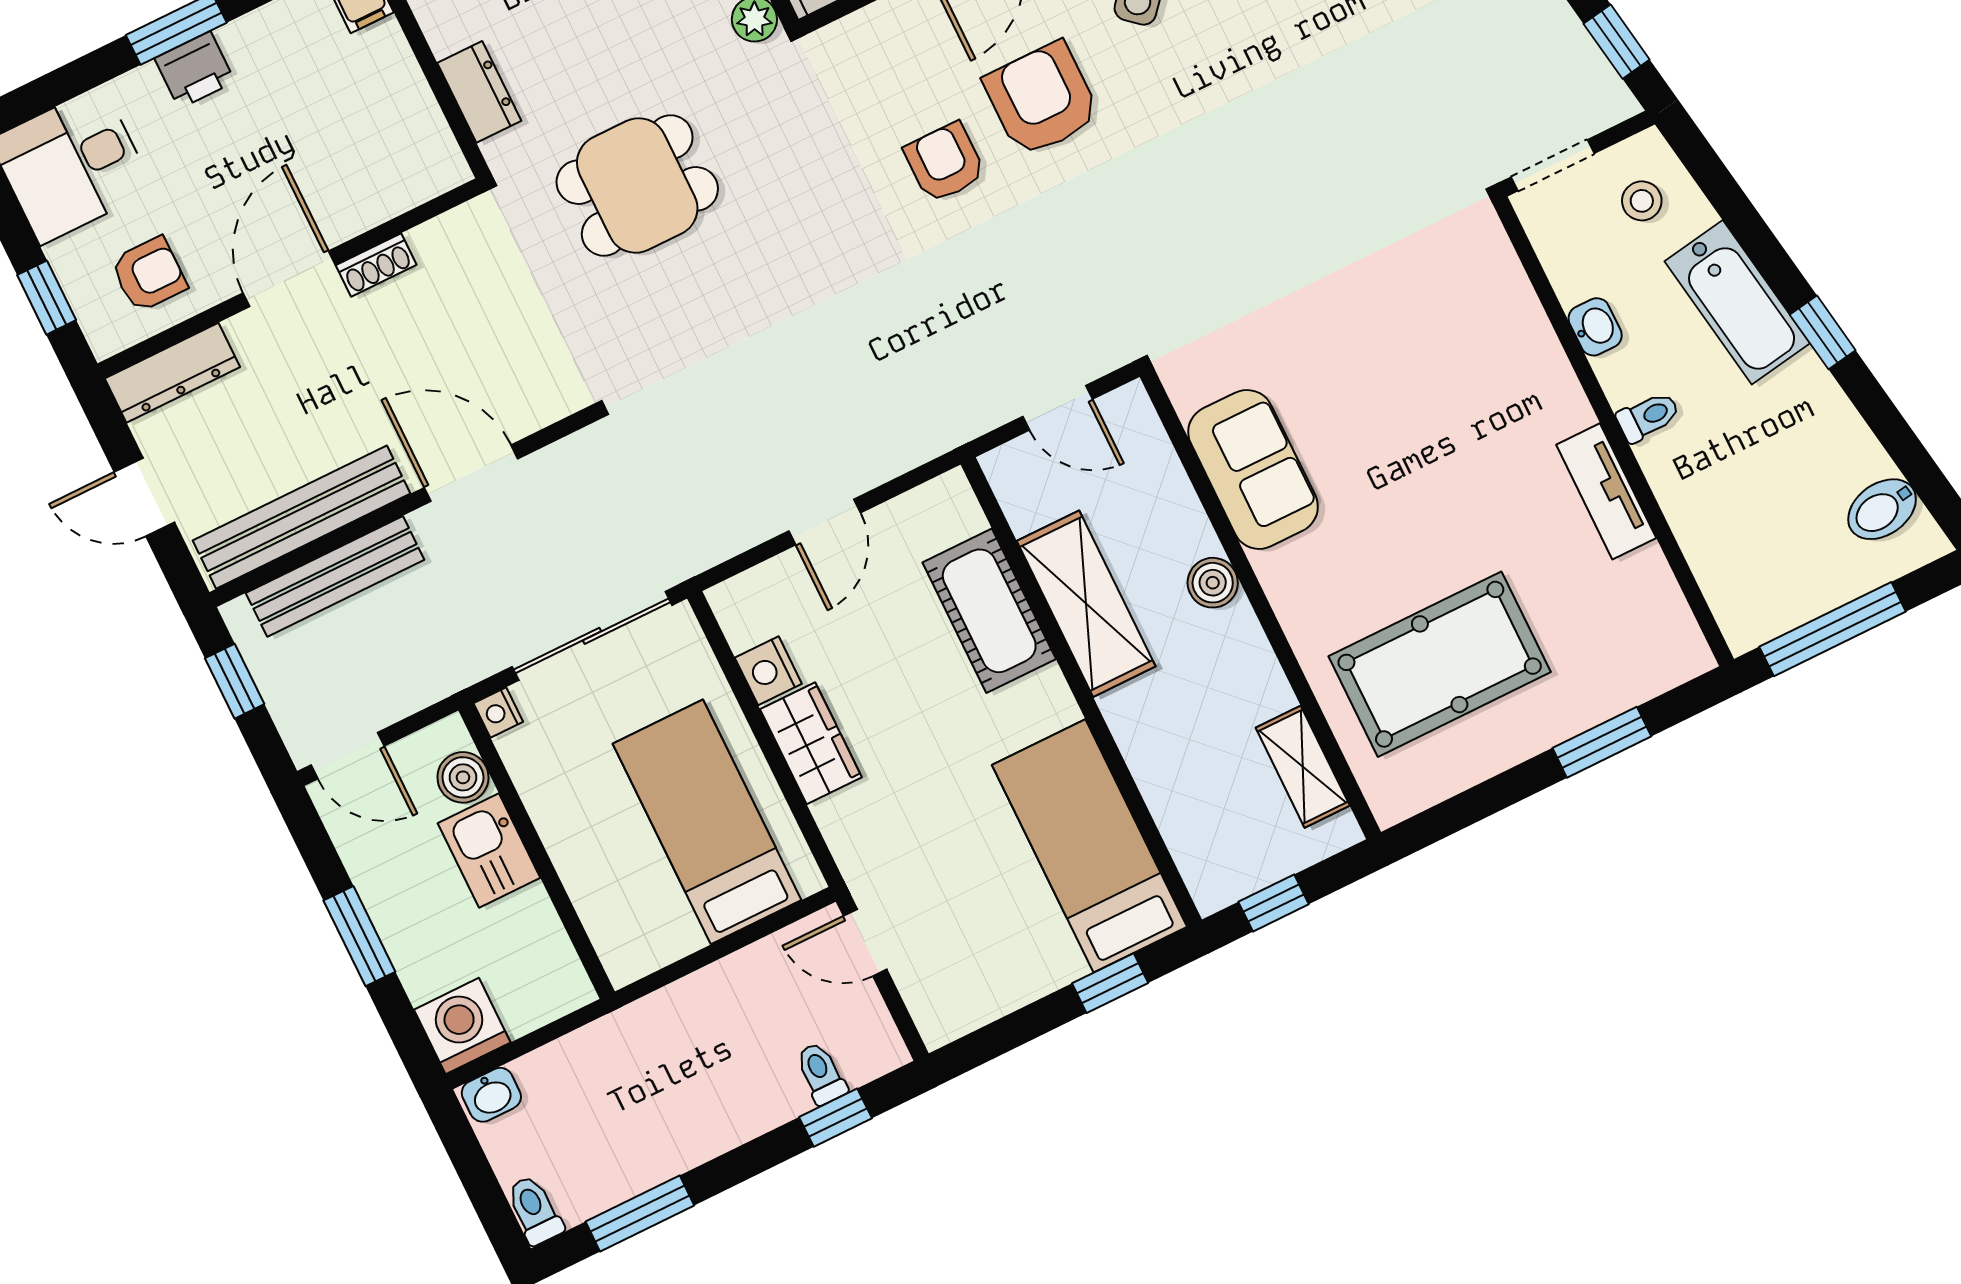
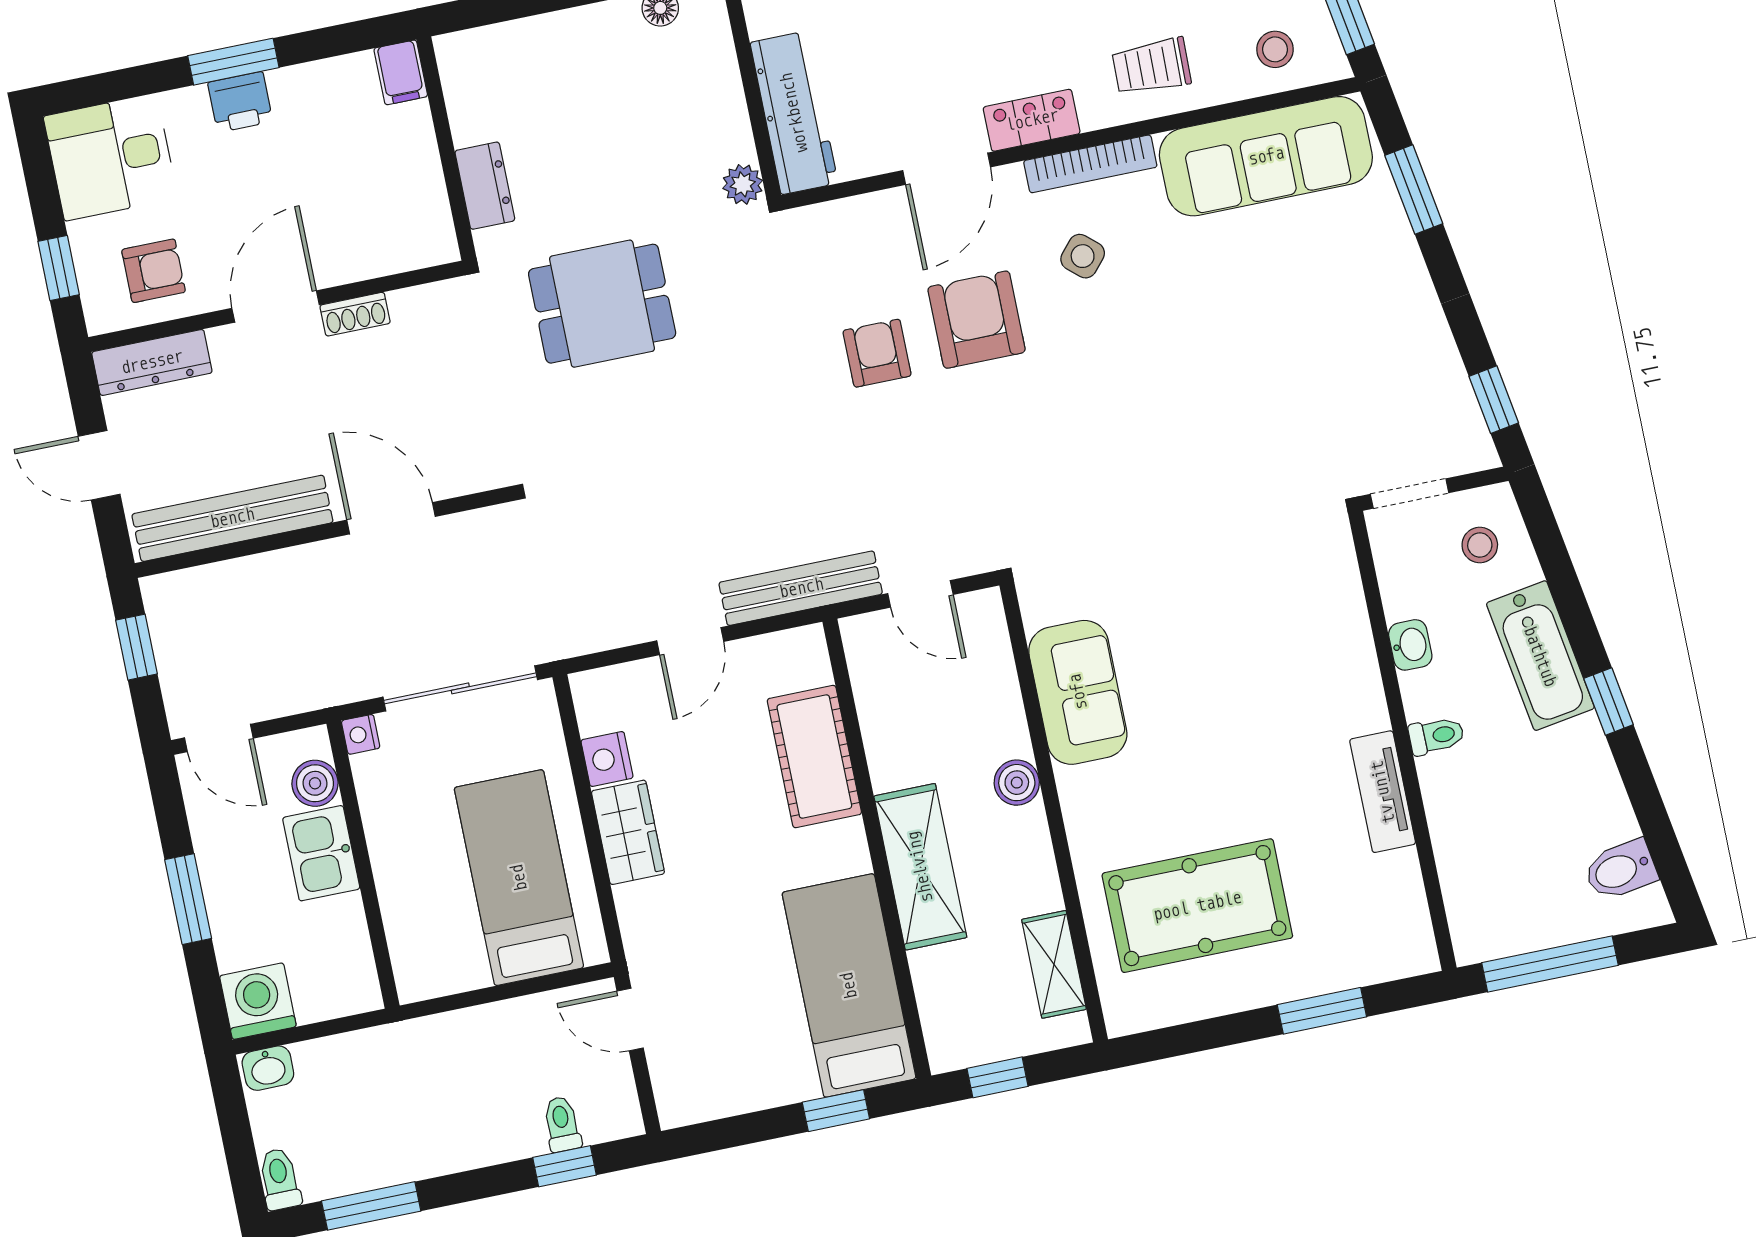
bench: (335, 576) -> (801, 588), moved
shelving: (1086, 604) -> (920, 867), moved

